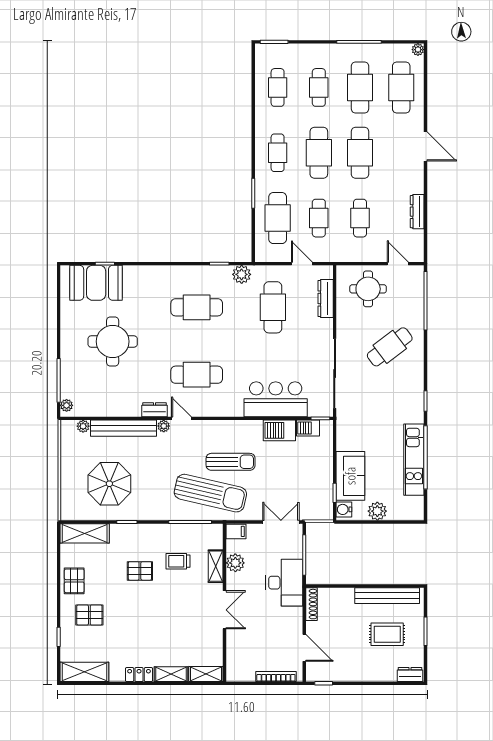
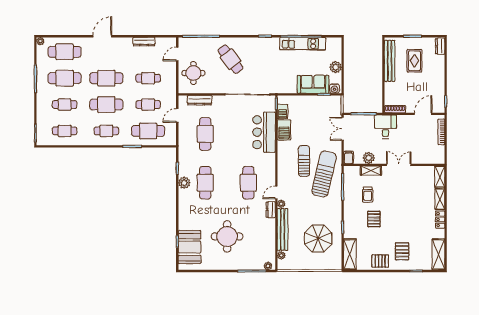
plant: (242, 274) -> (184, 183), moved
cafe table: (273, 307) -> (205, 134), turned 90
desk: (284, 583) -> (385, 127), width x0.73

